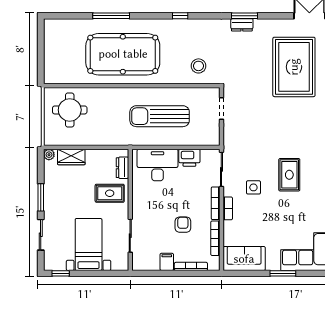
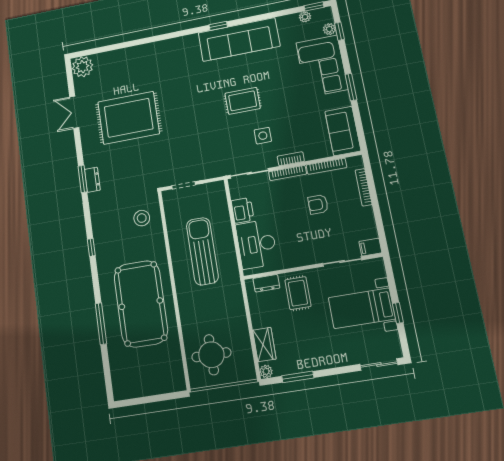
sun lounger: (160, 116) -> (202, 251), turned 180
window: (41, 197) -> (298, 377), moved
sliding door: (41, 235) -> (379, 364), moved
filing cabinet: (167, 262) -> (370, 247), moved
window: (61, 273) -> (398, 313), moved

